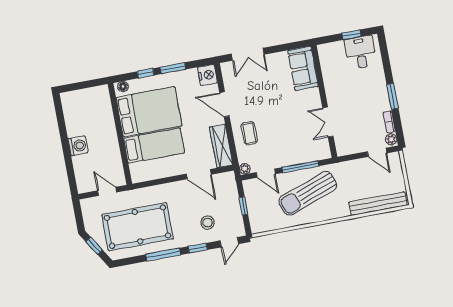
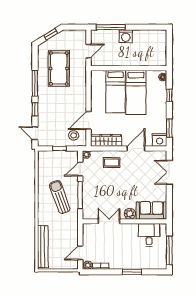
window: (351, 35) -> (169, 250), width x2.17
desk: (360, 52) -> (149, 235), moved, turned -90
window: (173, 68) -> (169, 128), moved
plant: (313, 96) -> (130, 214), added
window: (392, 96) -> (132, 272), moved
bed: (149, 112) -> (136, 92), width x0.67
window: (70, 168) -> (111, 27), added
sun lounger: (308, 193) -> (60, 197), width x0.73, depth x0.75
stool: (208, 223) -> (74, 135), moved
pool table: (137, 227) -> (59, 68), width x0.73, depth x0.76

